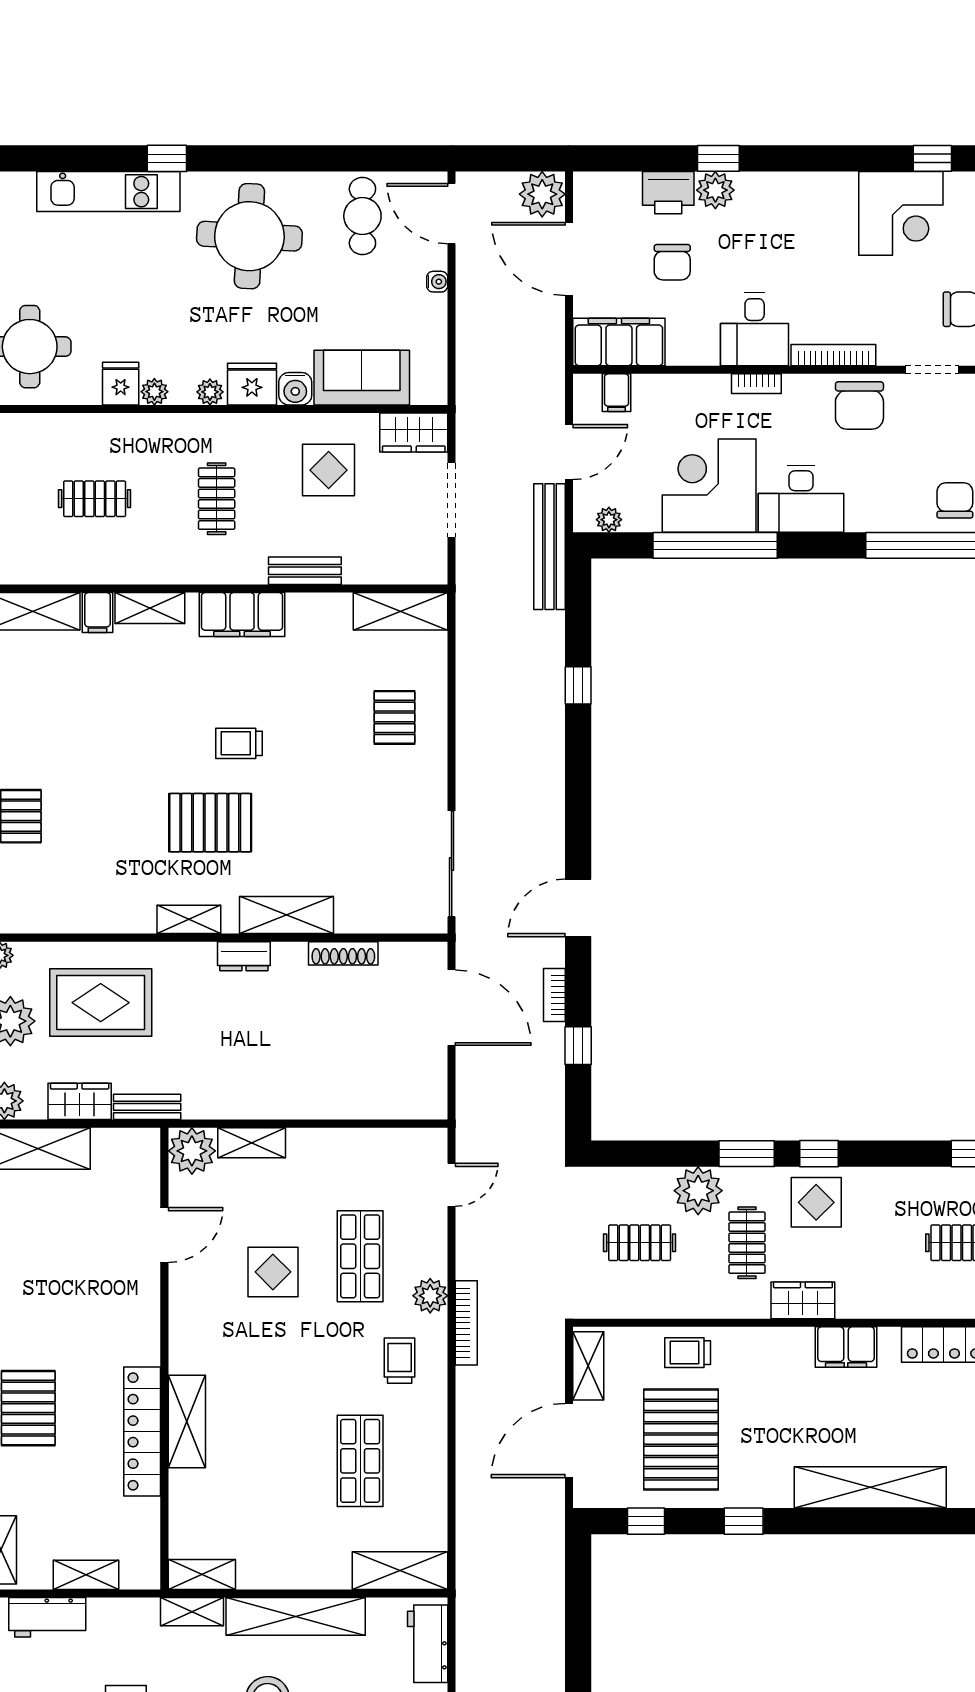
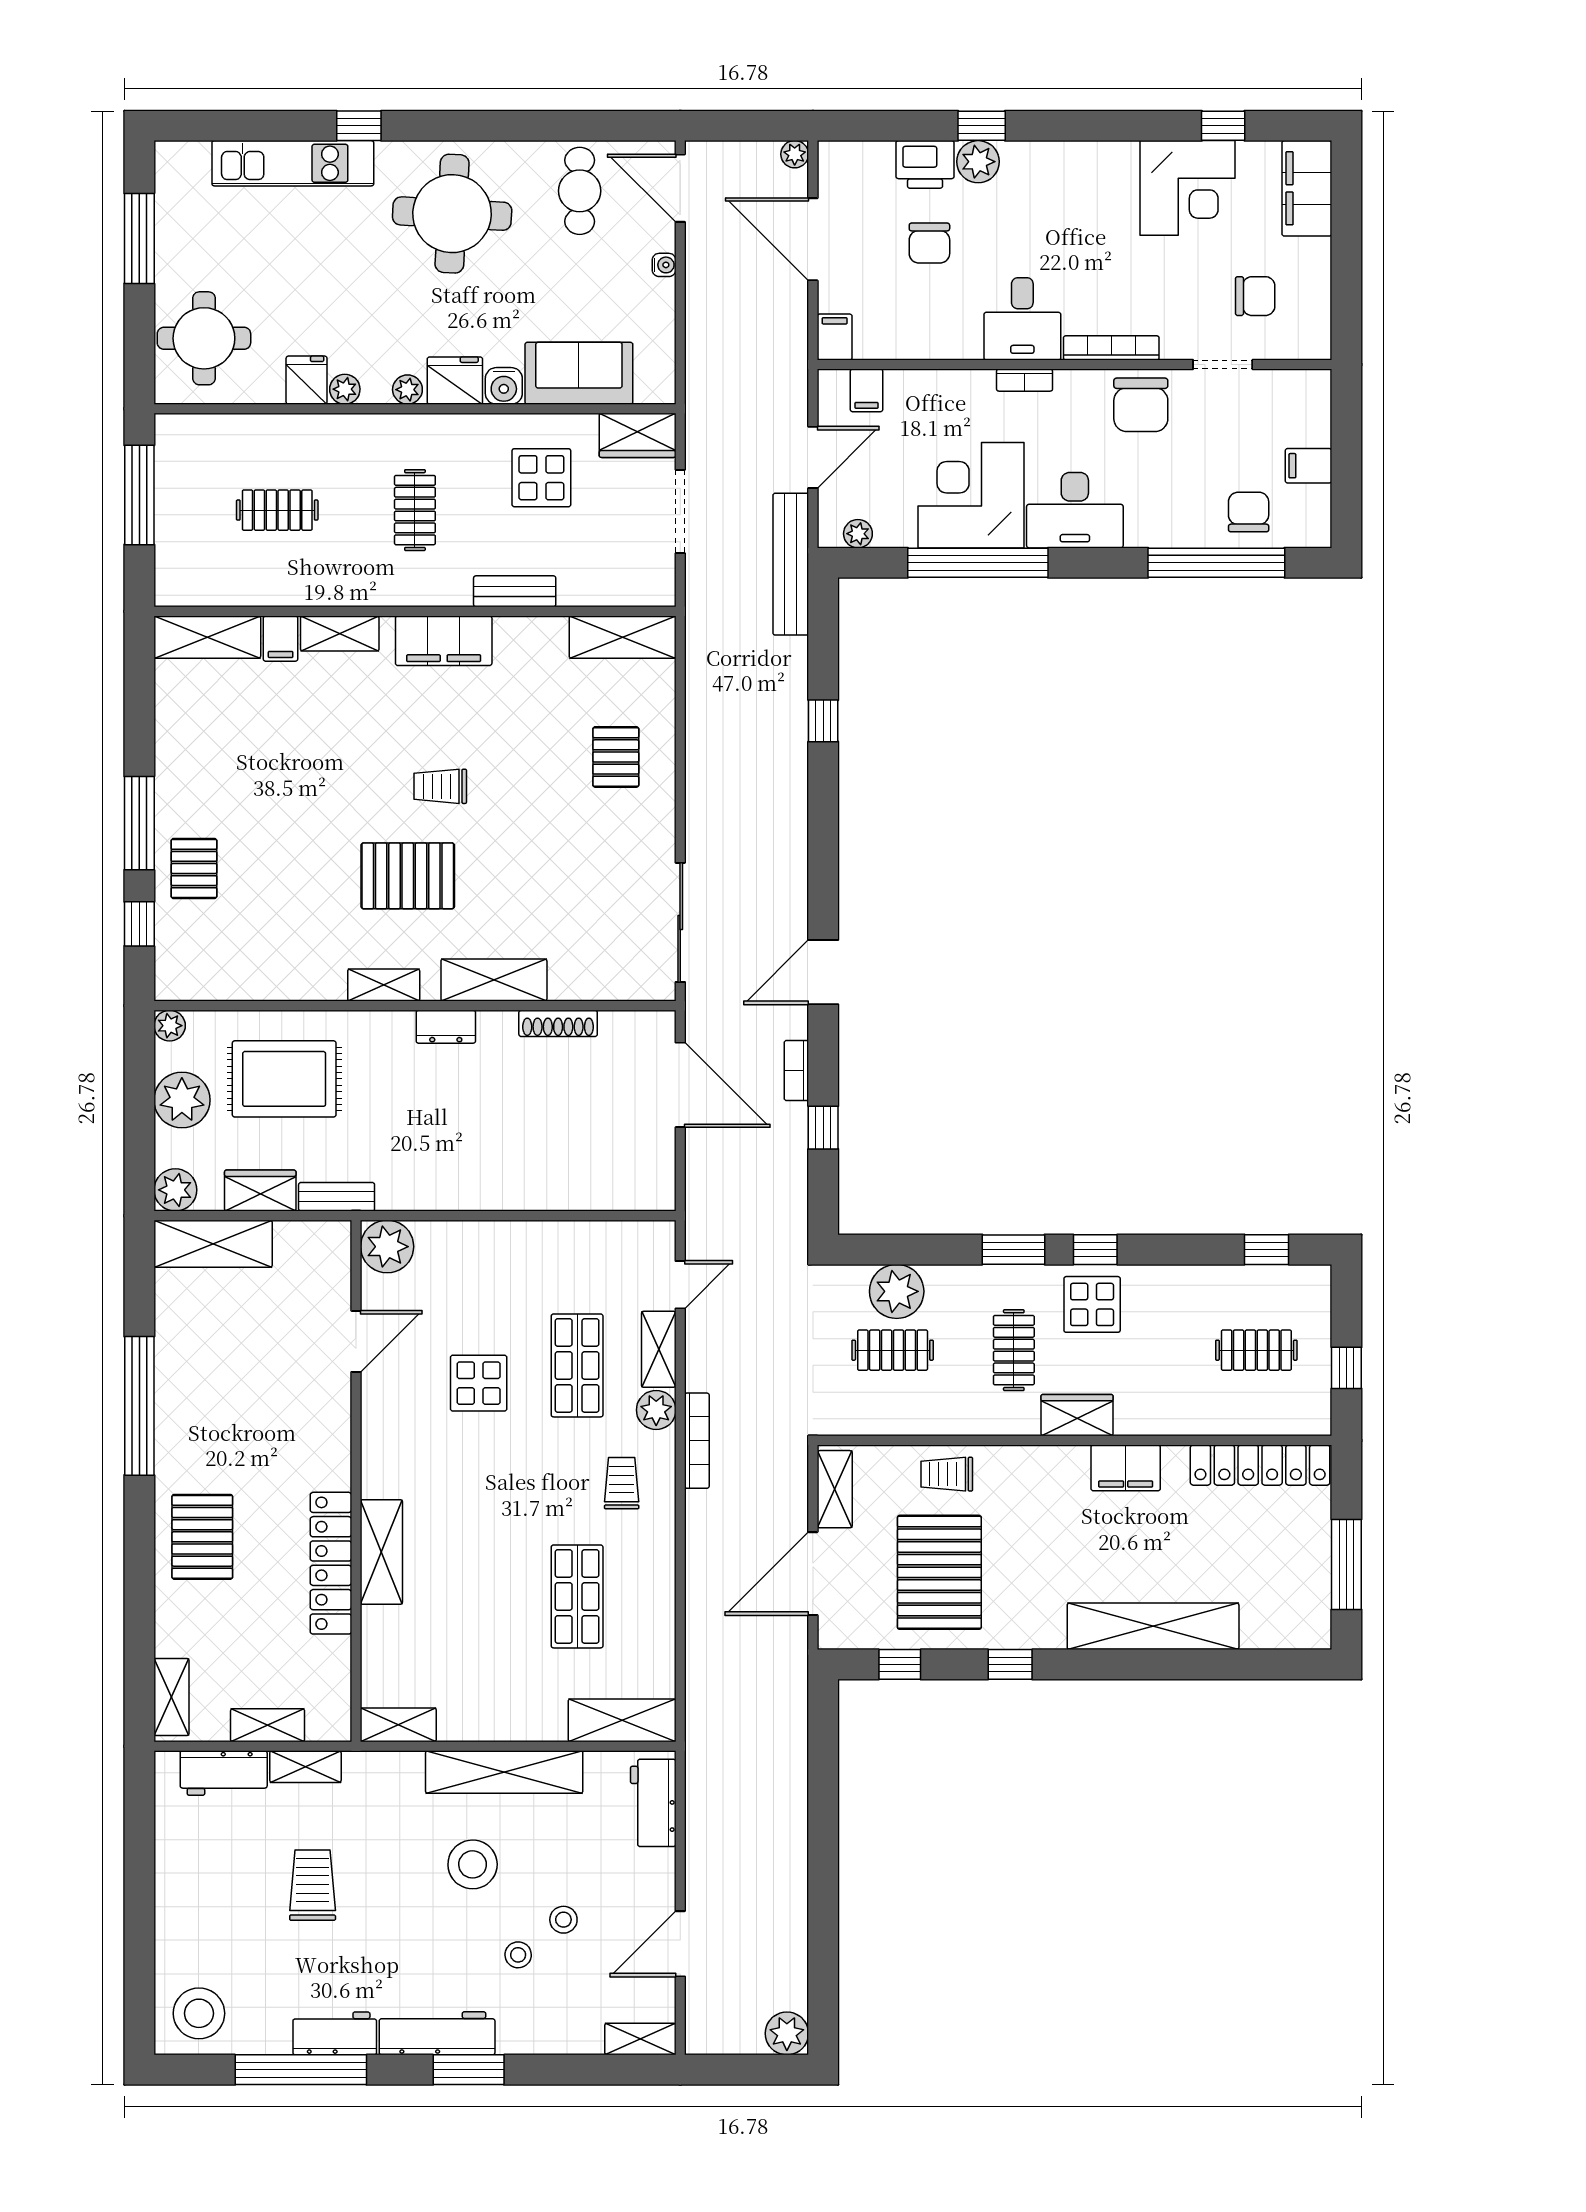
plant: (542, 194) -> (795, 154), width x0.53, depth x0.53
filing cabinet: (619, 342) -> (835, 337), width x0.33, depth x0.86
shelving: (252, 1143) -> (659, 1349), moved, turned 90
plant: (698, 1191) -> (897, 1291), moved
shelving: (192, 1612) -> (305, 1767), moved

